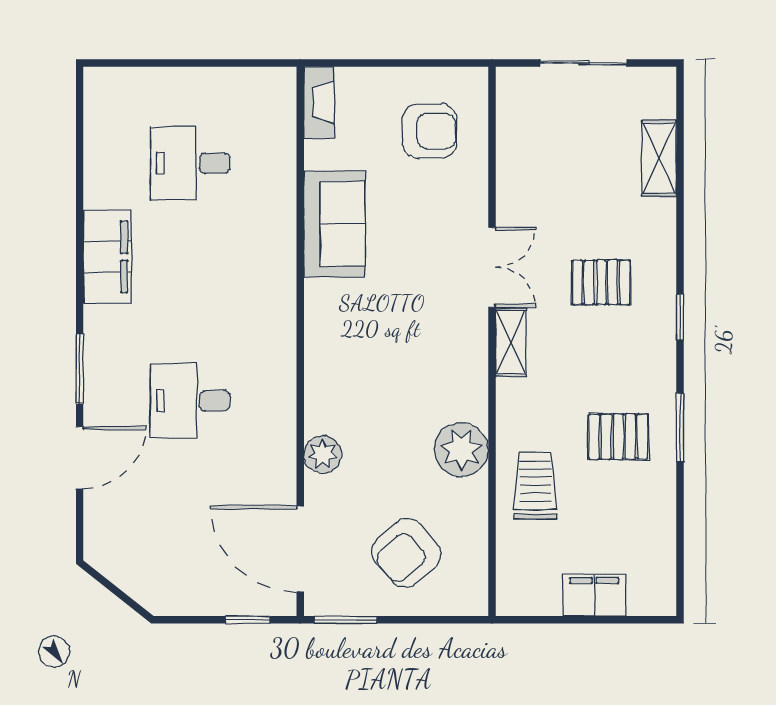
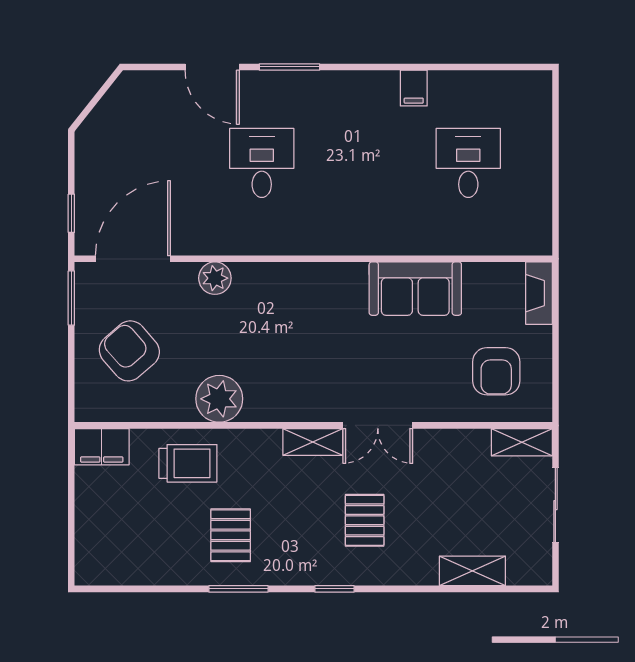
fireplace: (319, 102) -> (539, 293), moved, turned 90
shelving: (511, 102) -> (522, 442), added
filing cabinet: (107, 257) -> (414, 88), width x0.33, depth x0.86
filing cabinet: (594, 595) -> (102, 447), moved, turned 90

